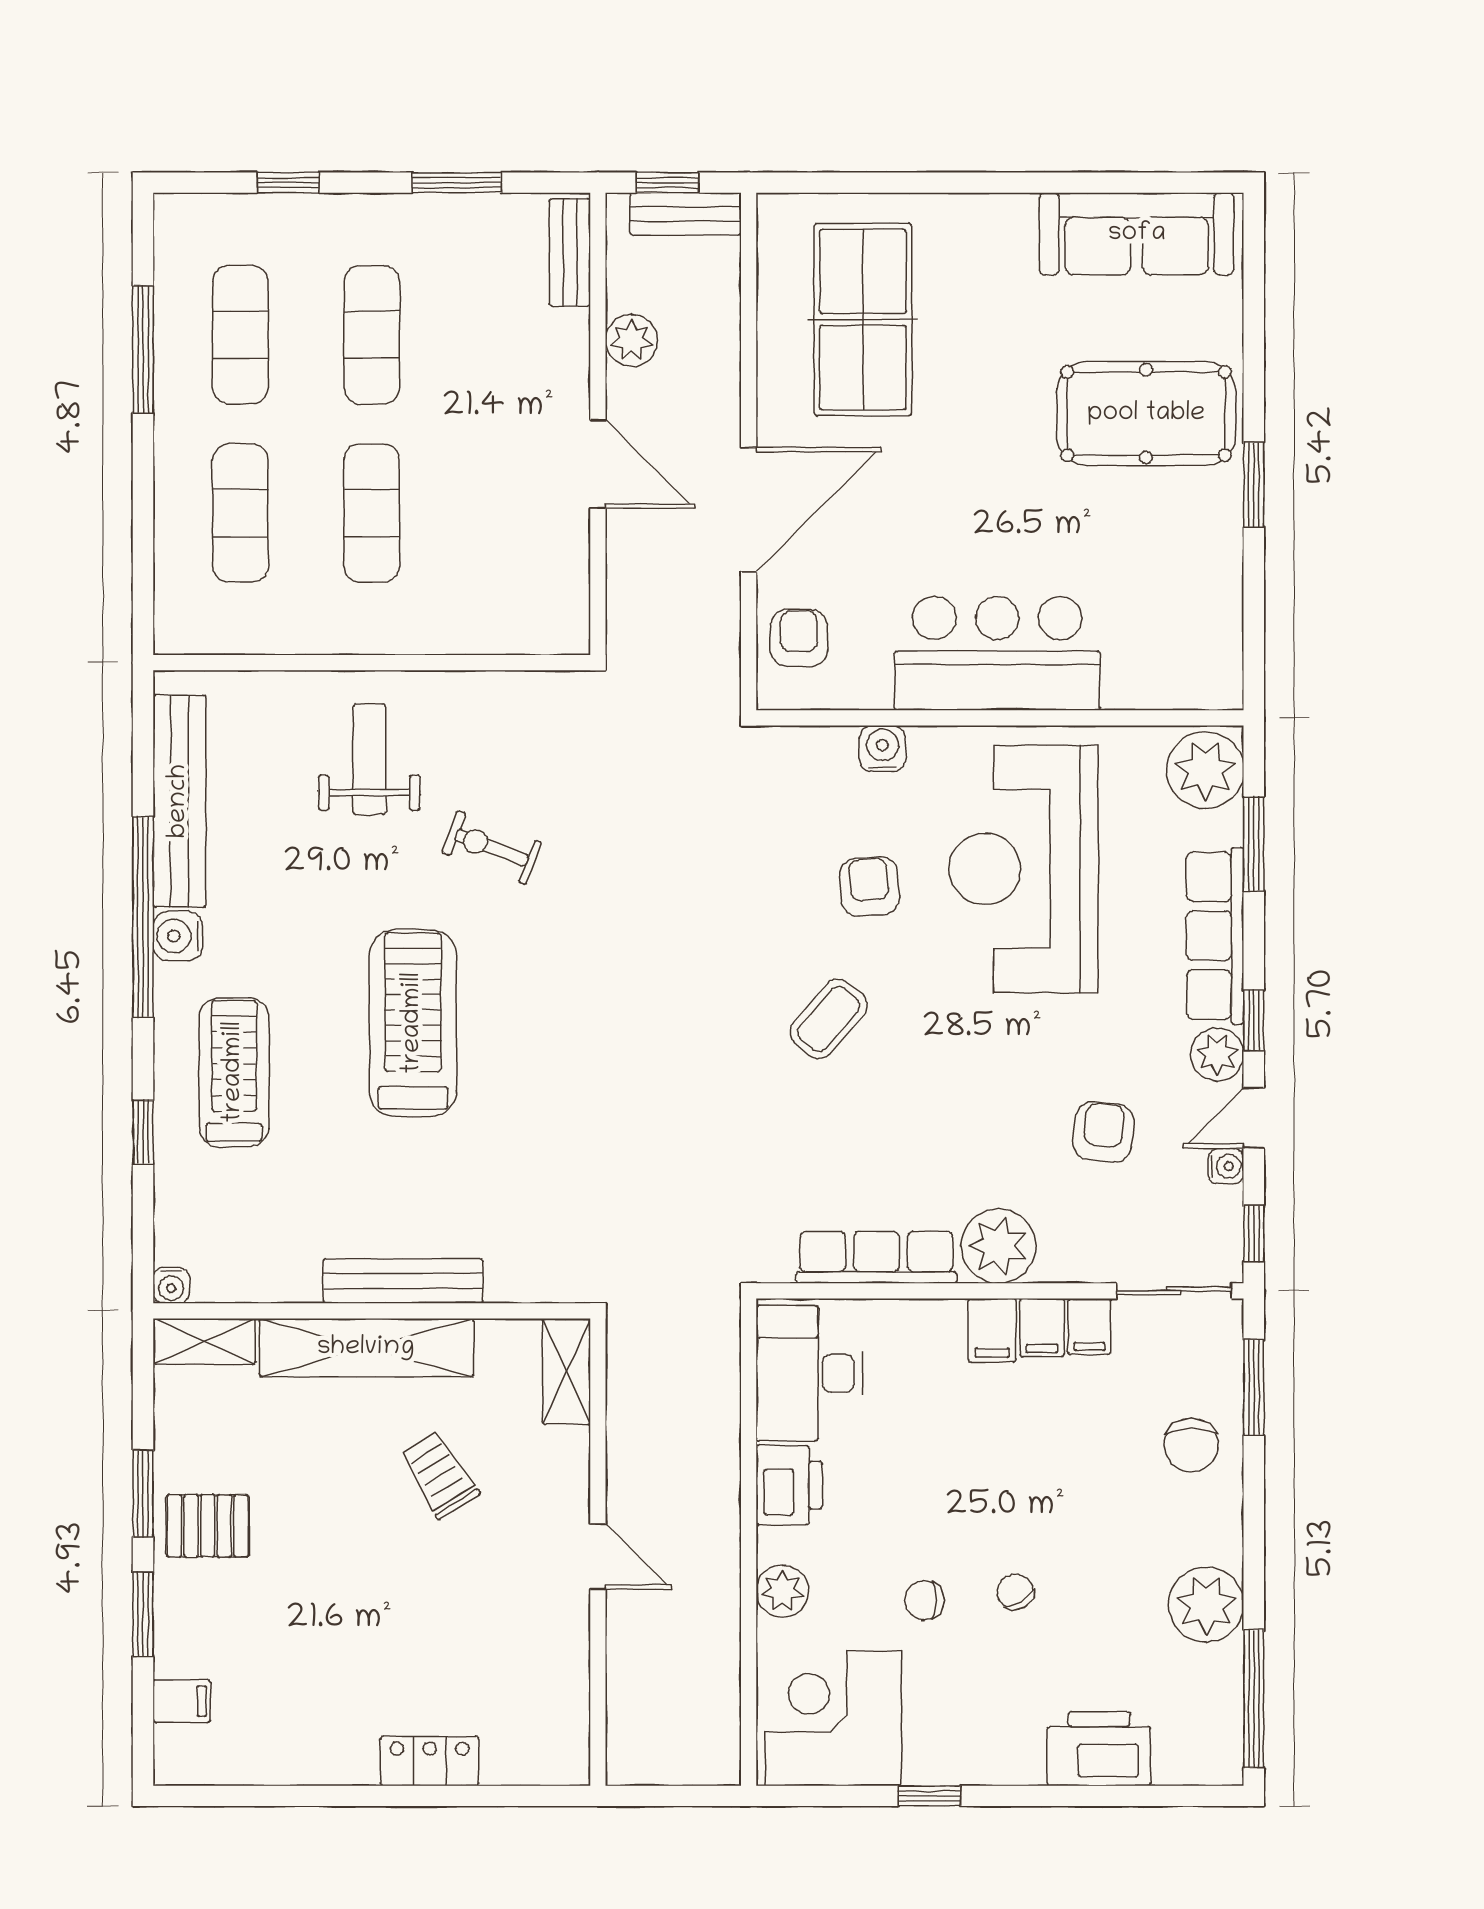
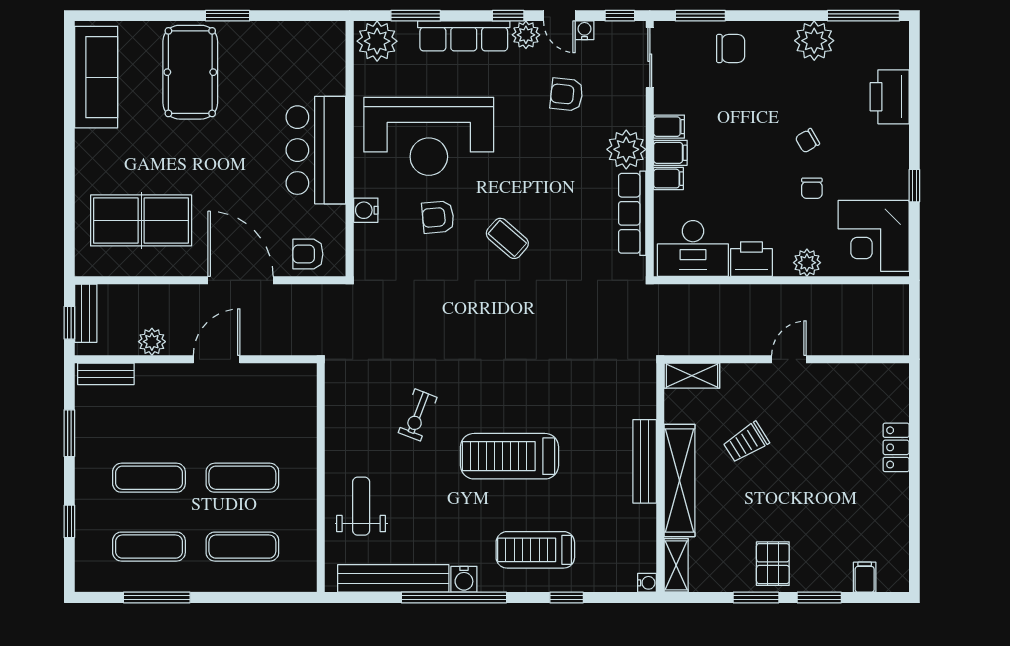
weight bench: (369, 759) -> (361, 506), moved, turned 90
filing cabinet: (1089, 1327) -> (669, 179), moved

